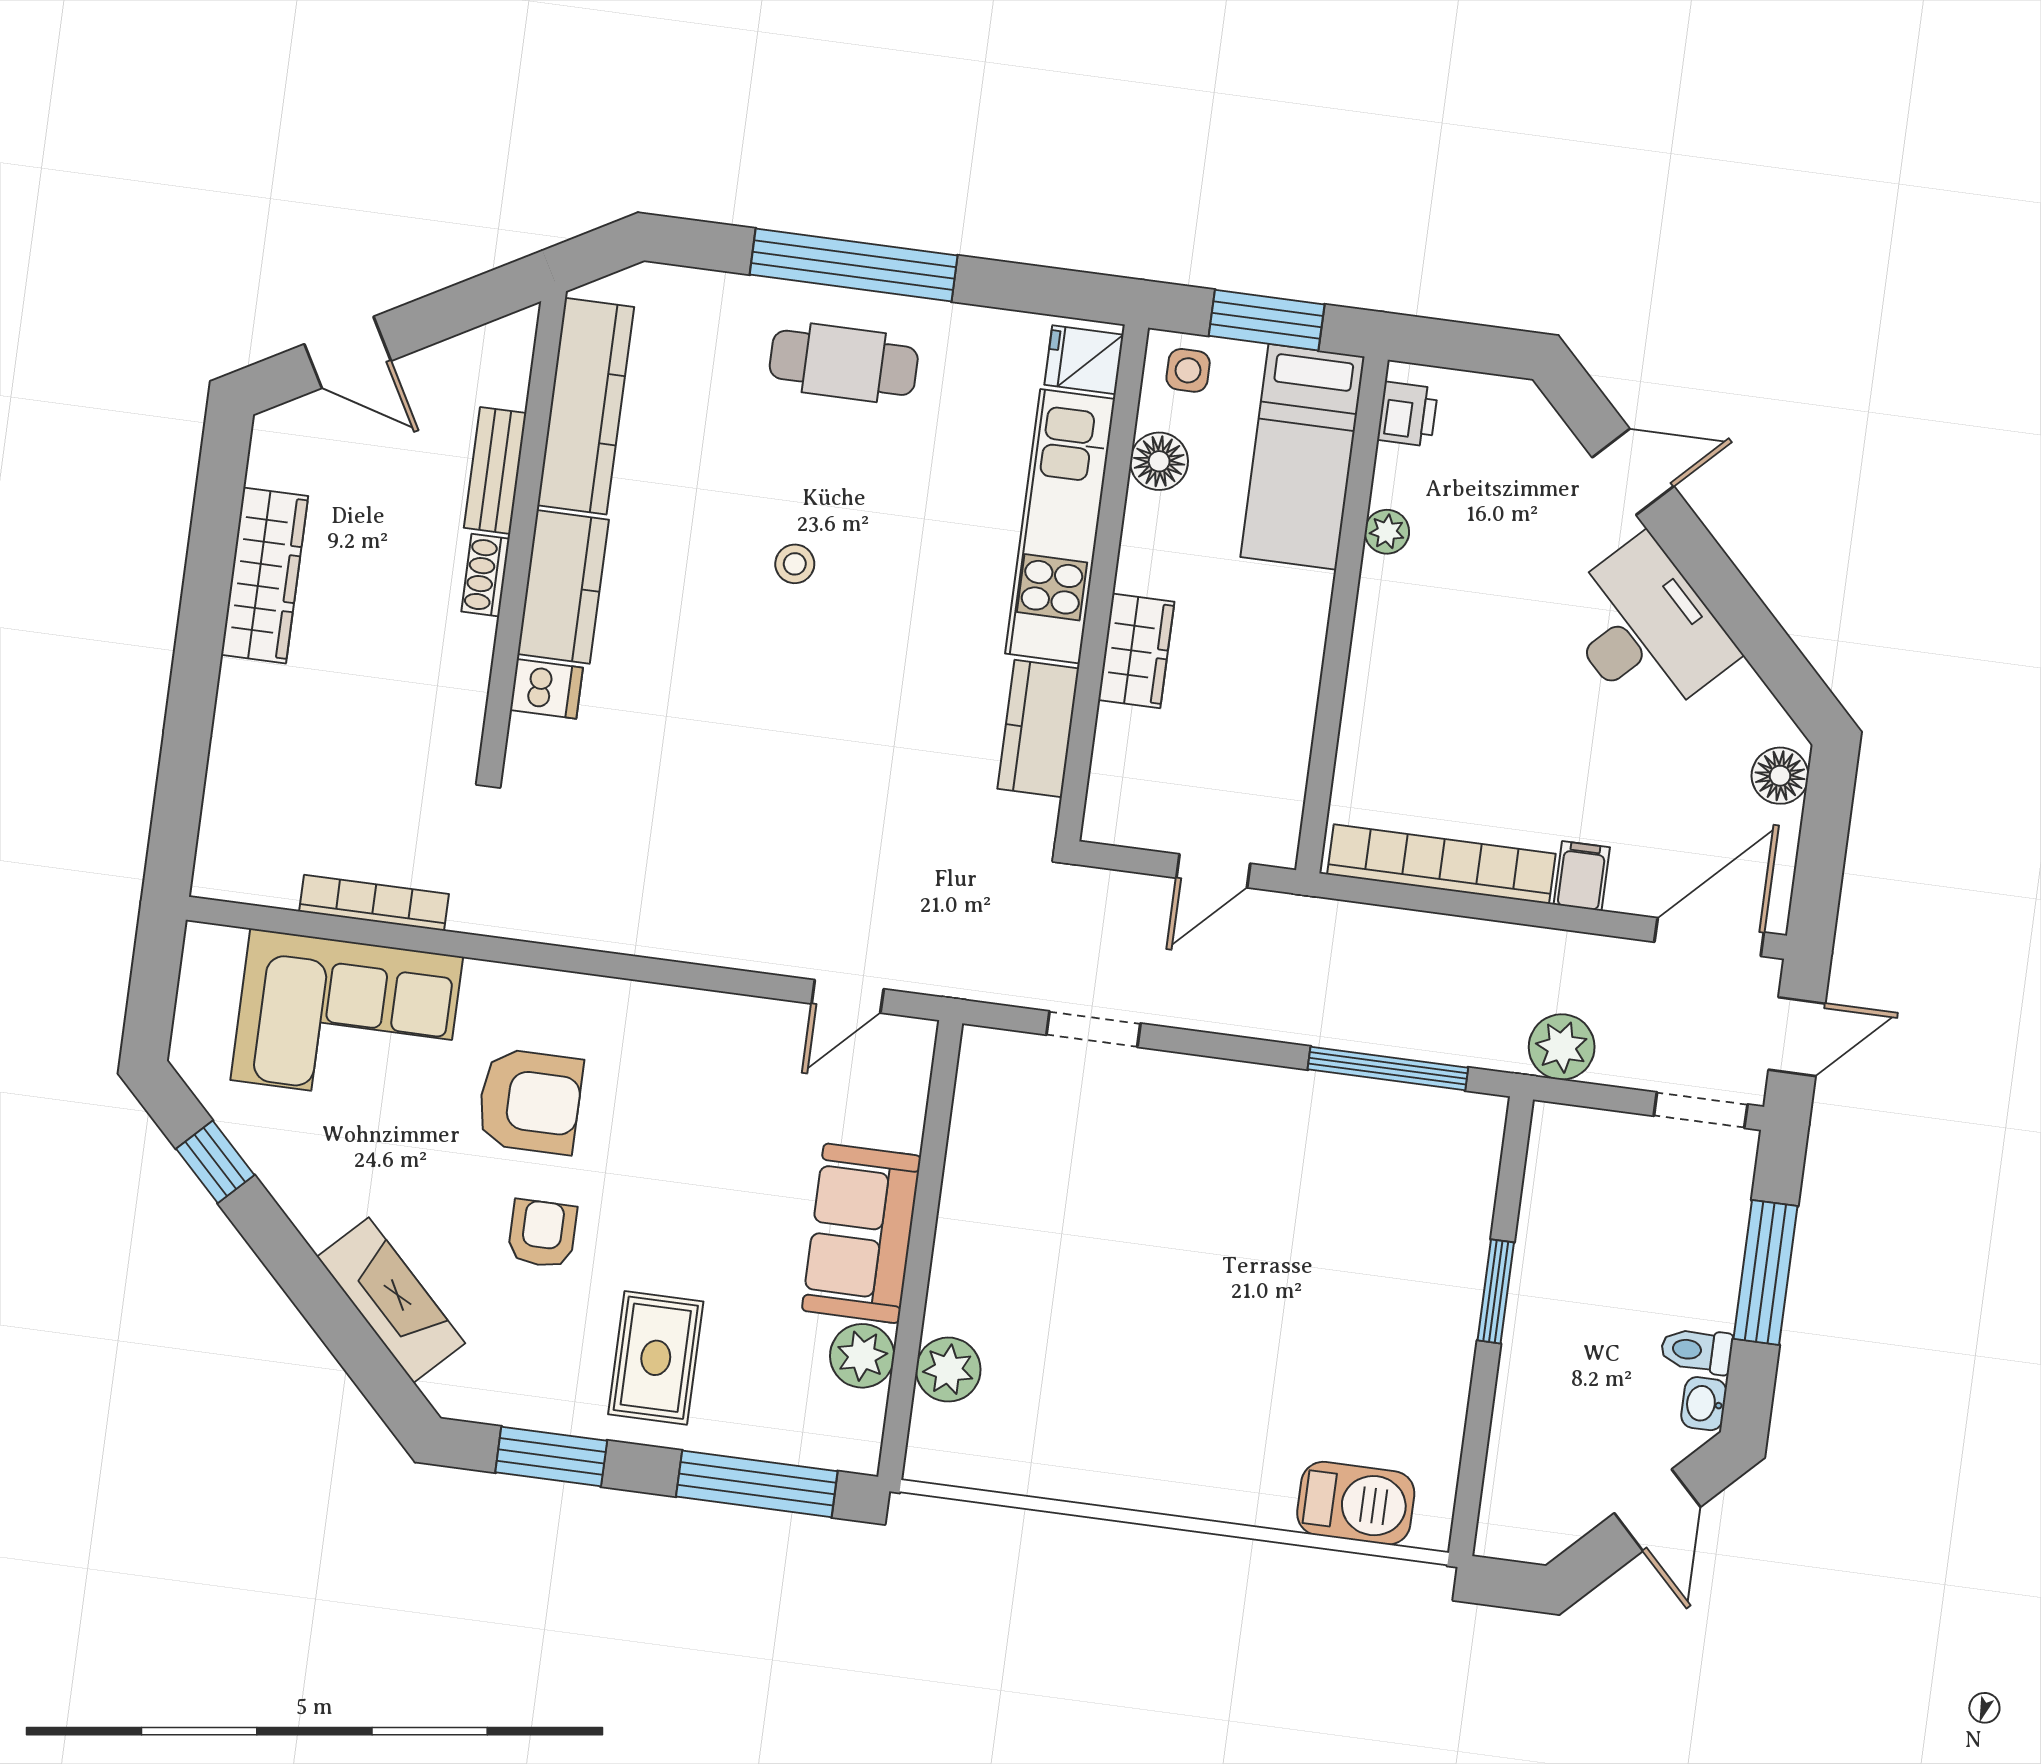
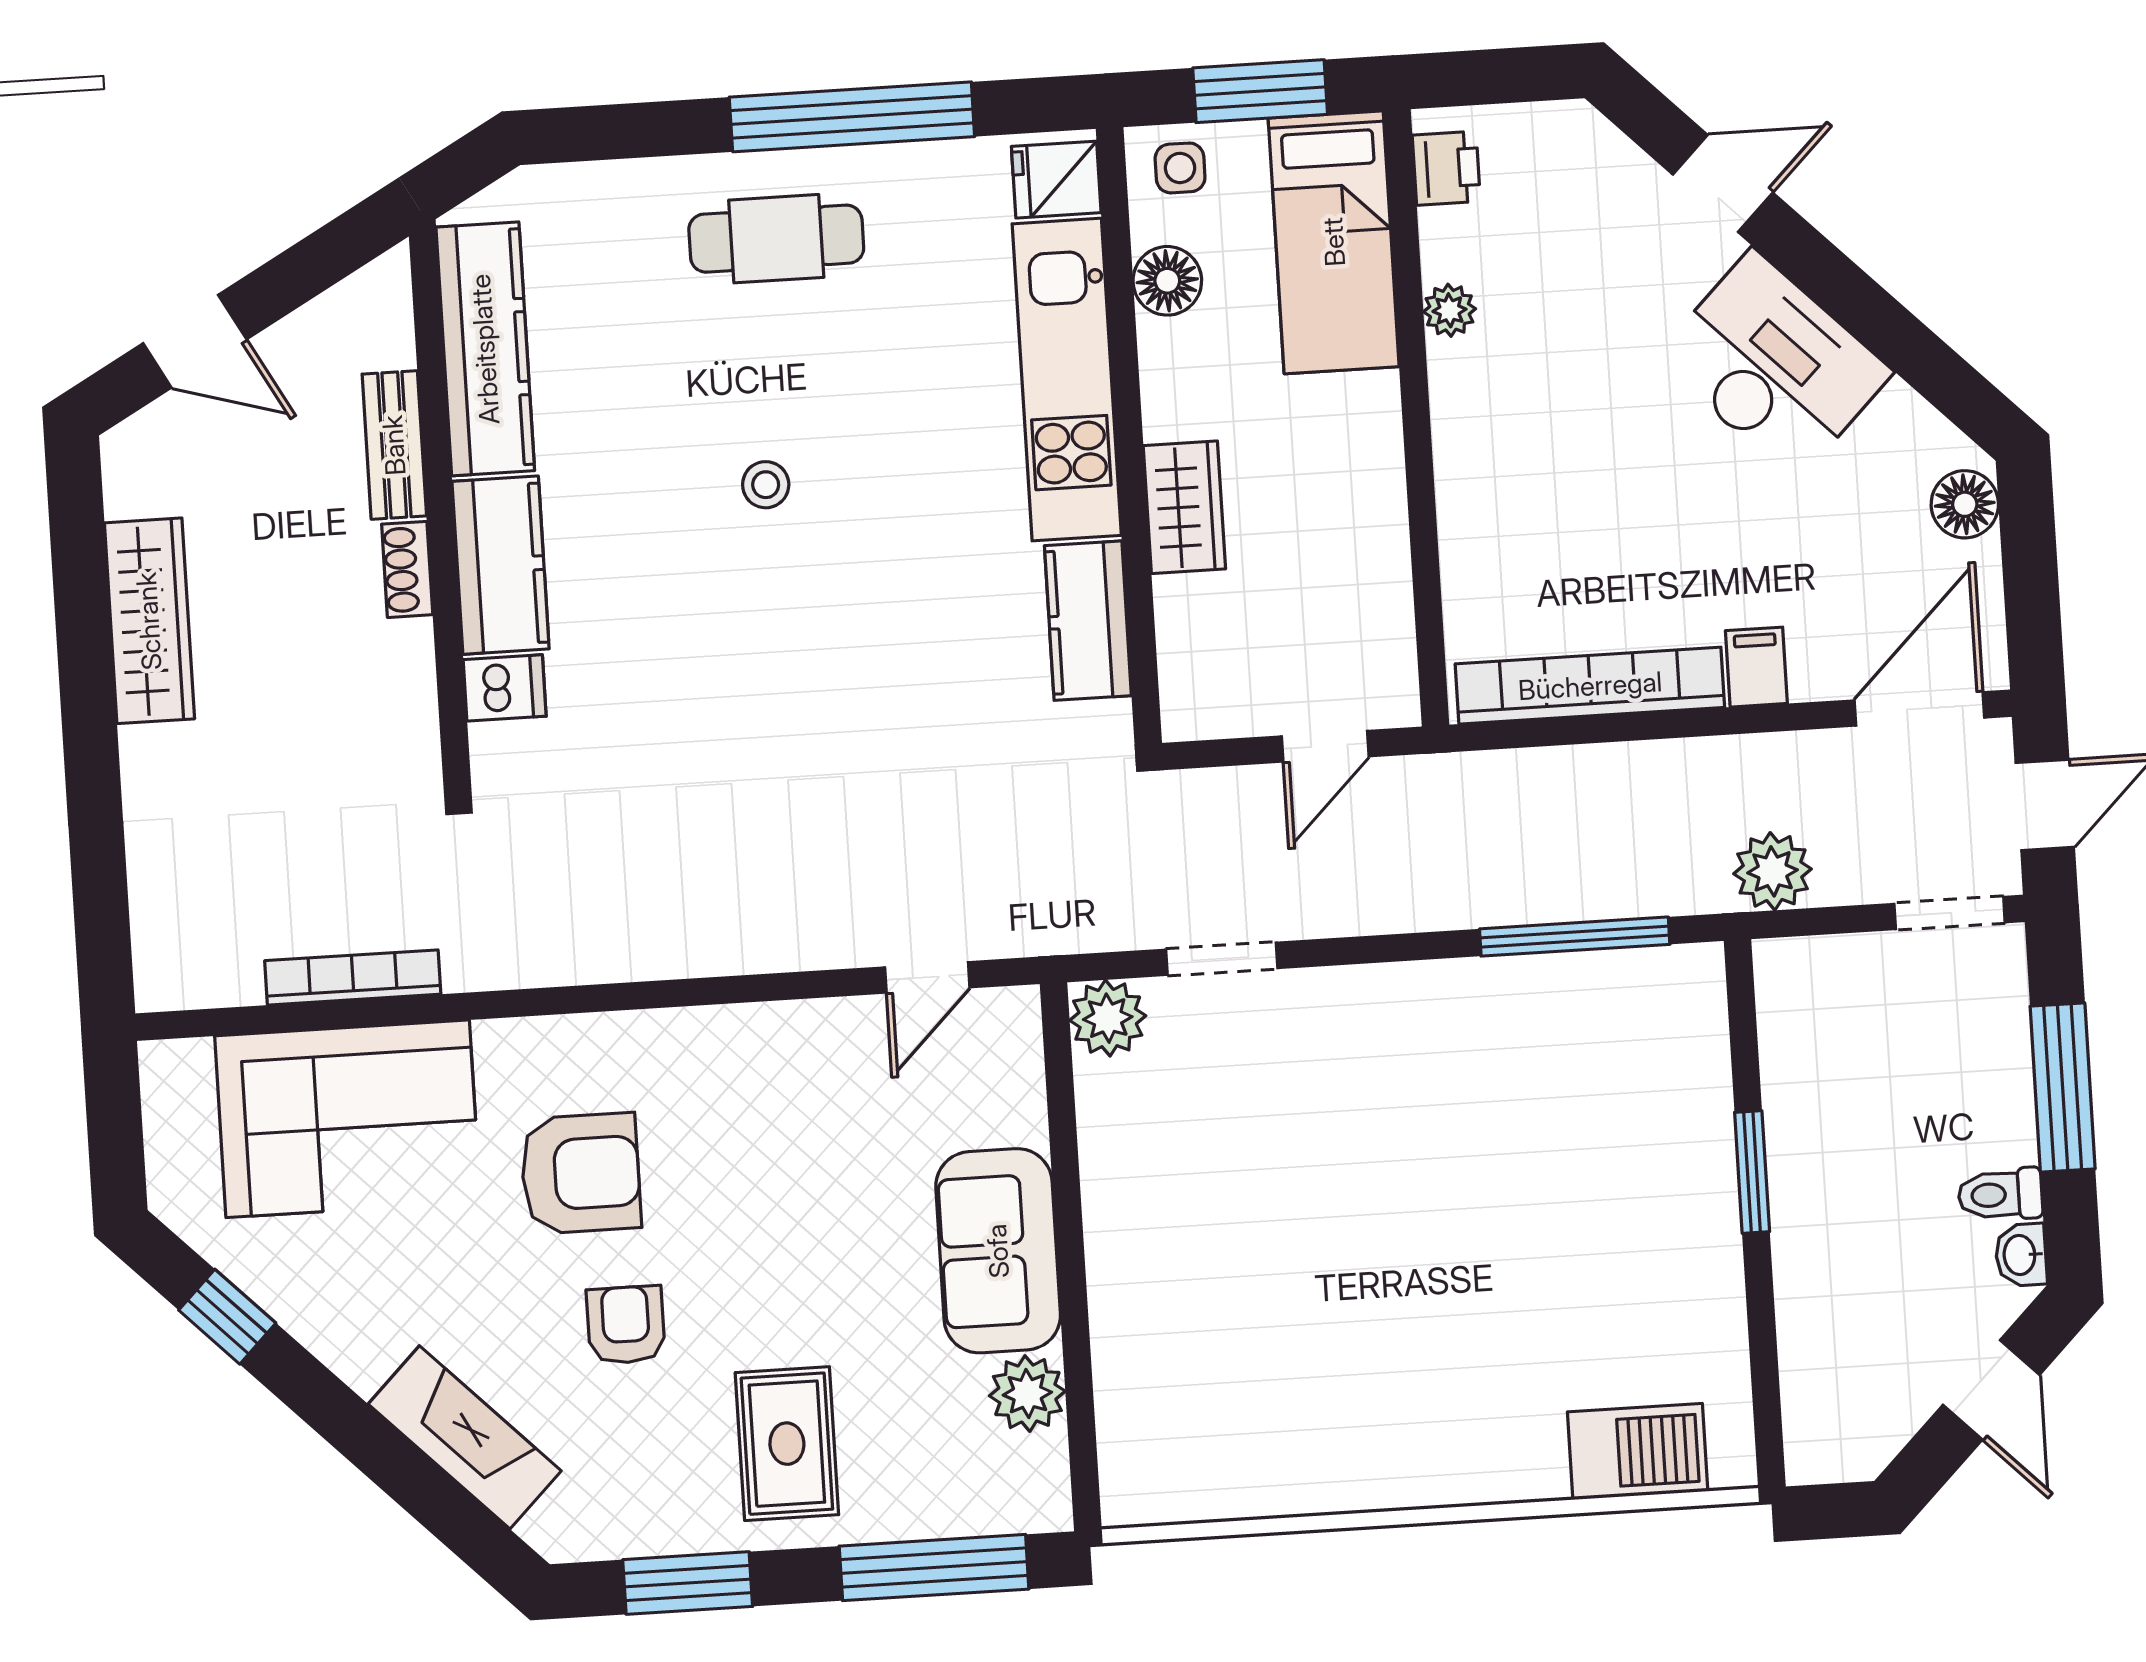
window: (854, 265) -> (852, 117), moved
plant: (948, 1370) -> (1108, 1018), moved

